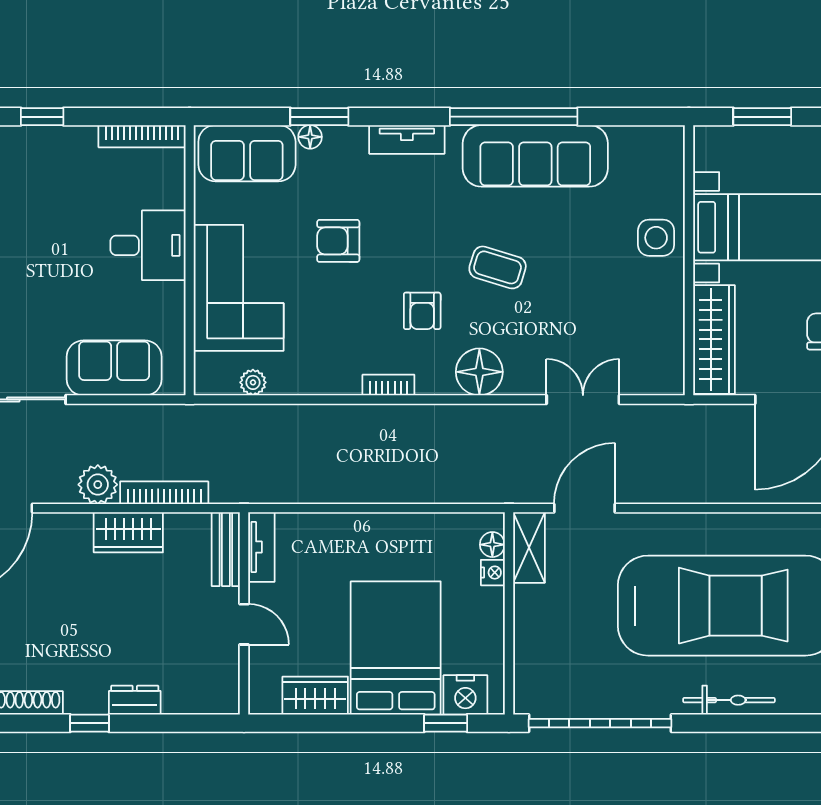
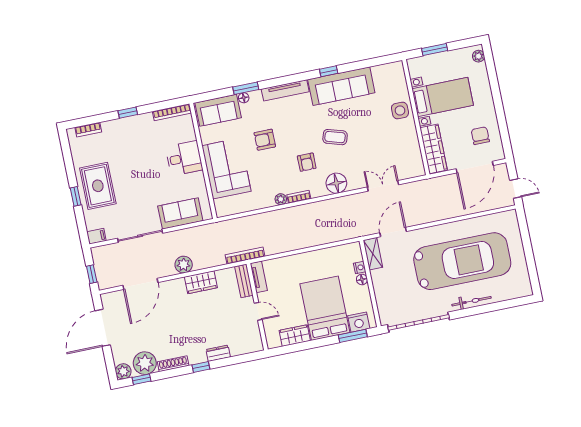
window: (514, 117) -> (329, 71), width x0.32
tv unit: (407, 139) -> (285, 90), width x1.41
plant: (253, 382) -> (281, 199), moved
bookcase: (164, 493) -> (245, 256), moved
floor lamp: (492, 545) -> (362, 279), moved
window: (446, 723) -> (353, 336), width x1.50

